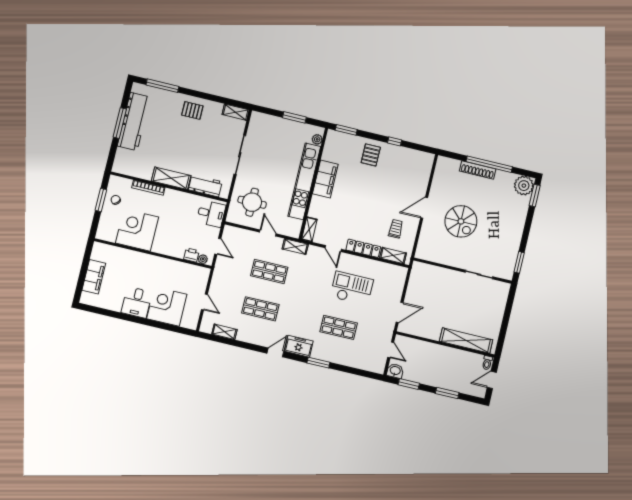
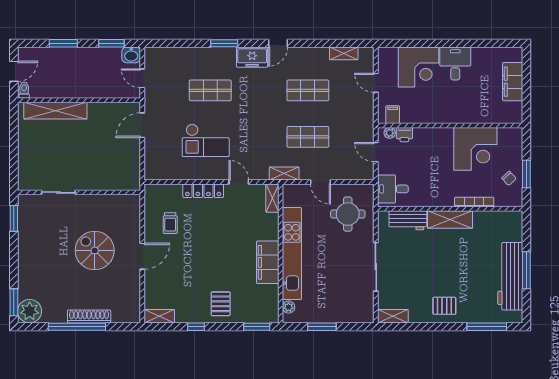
shelving: (393, 256) -> (159, 316), moved
filing cabinet: (197, 273) -> (393, 115), added

